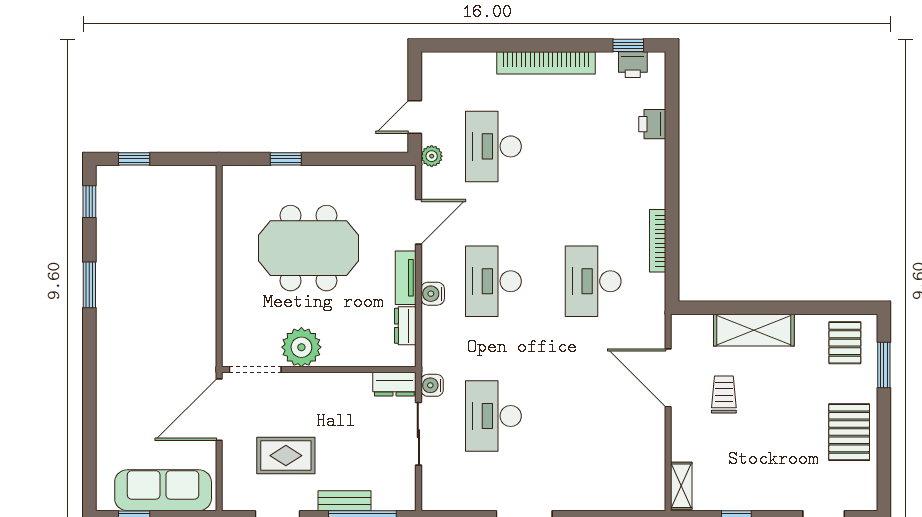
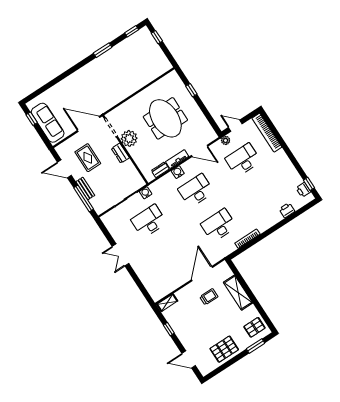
bookcase: (546, 63) -> (267, 133), moved
dresser: (394, 384) -> (120, 153), moved

